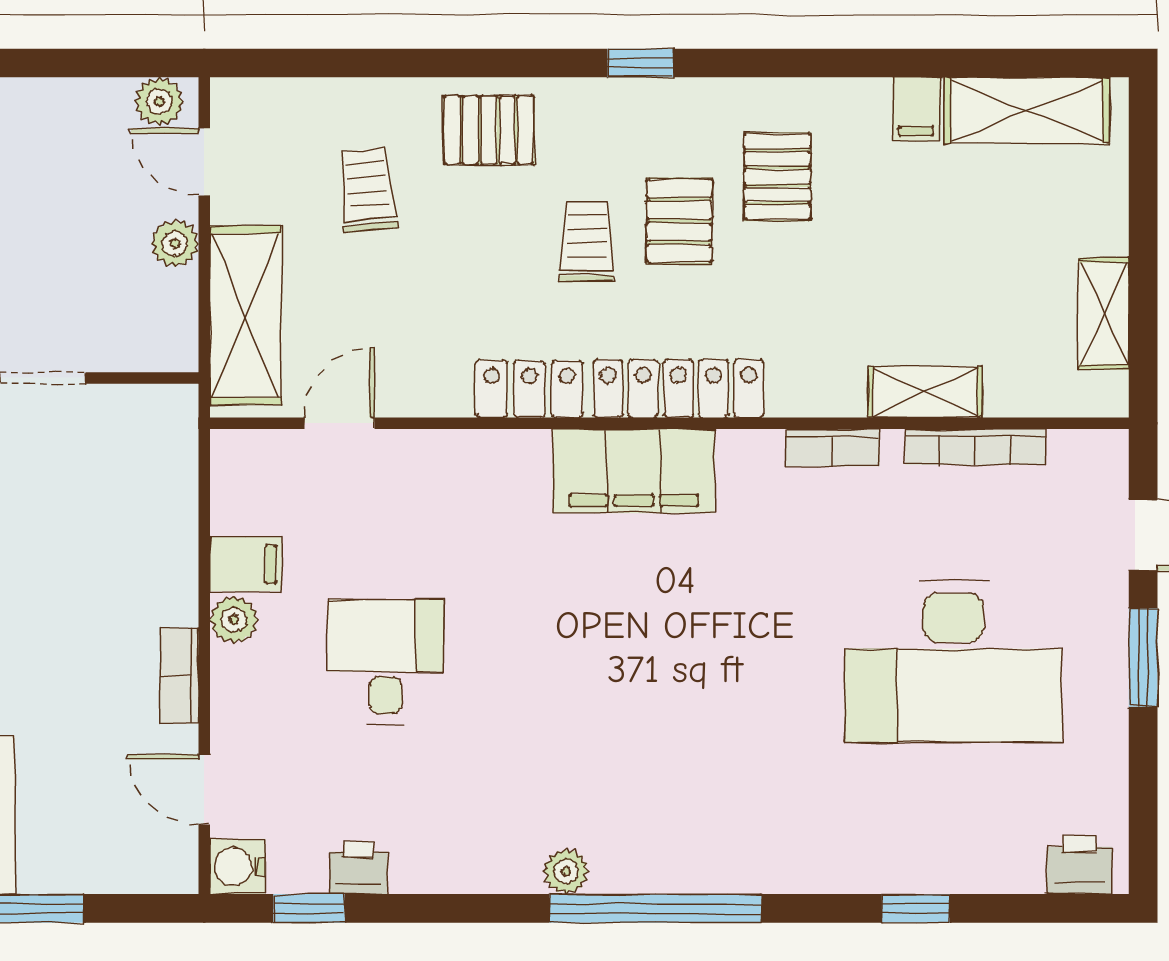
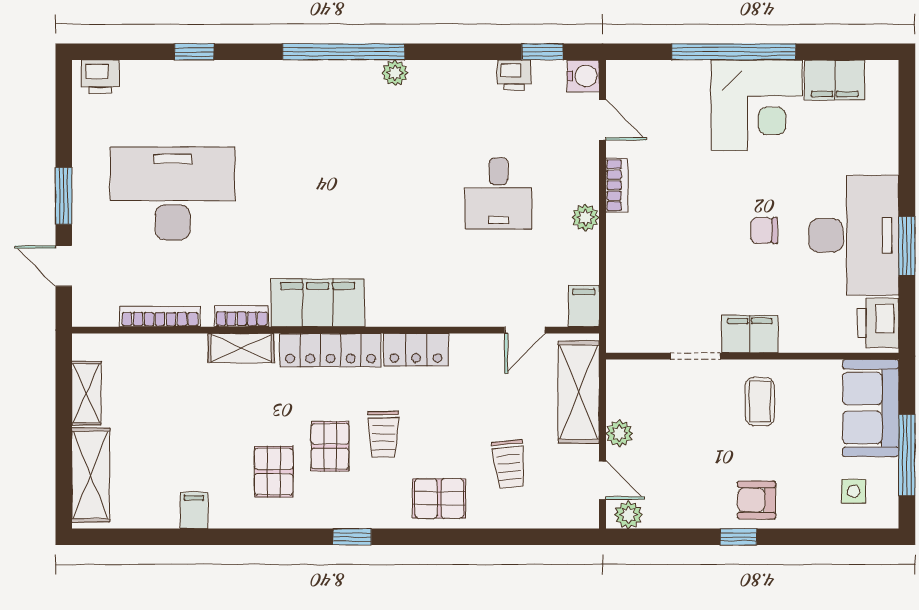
shelving: (1027, 110) -> (91, 475), moved, turned 90
shelving: (925, 392) -> (241, 348), moved
filing cabinet: (634, 471) -> (318, 303), moved
filing cabinet: (246, 564) -> (584, 306), moved, turned 90

